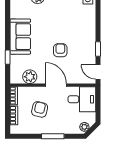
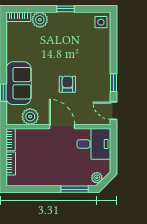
sofa: (20, 37) -> (19, 83), moved
armchair: (40, 109) -> (42, 156), removed
window: (53, 136) -> (75, 189), moved

